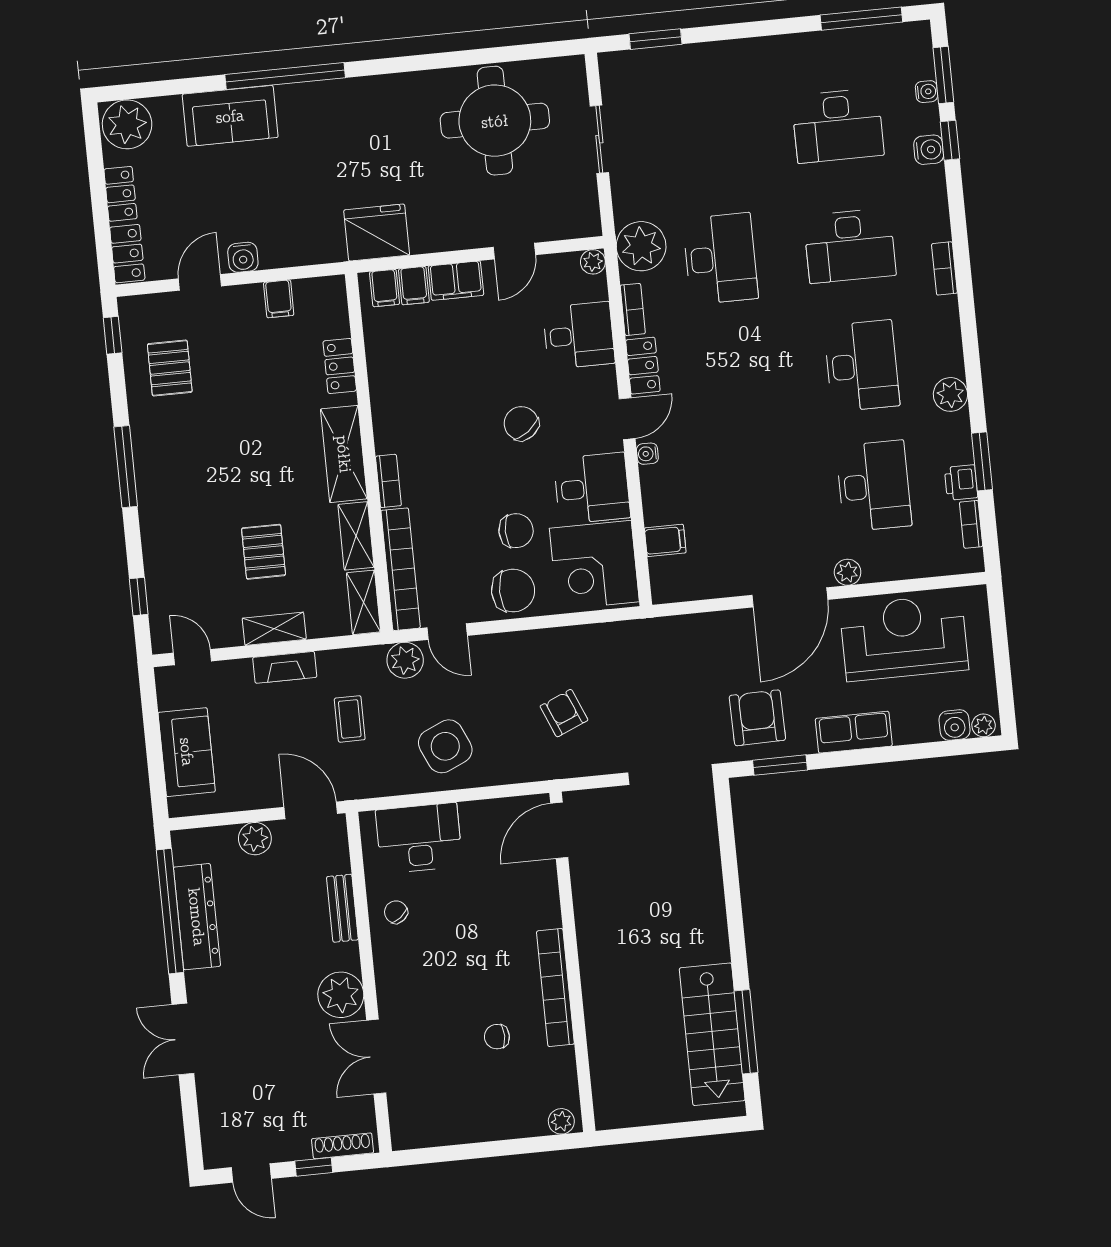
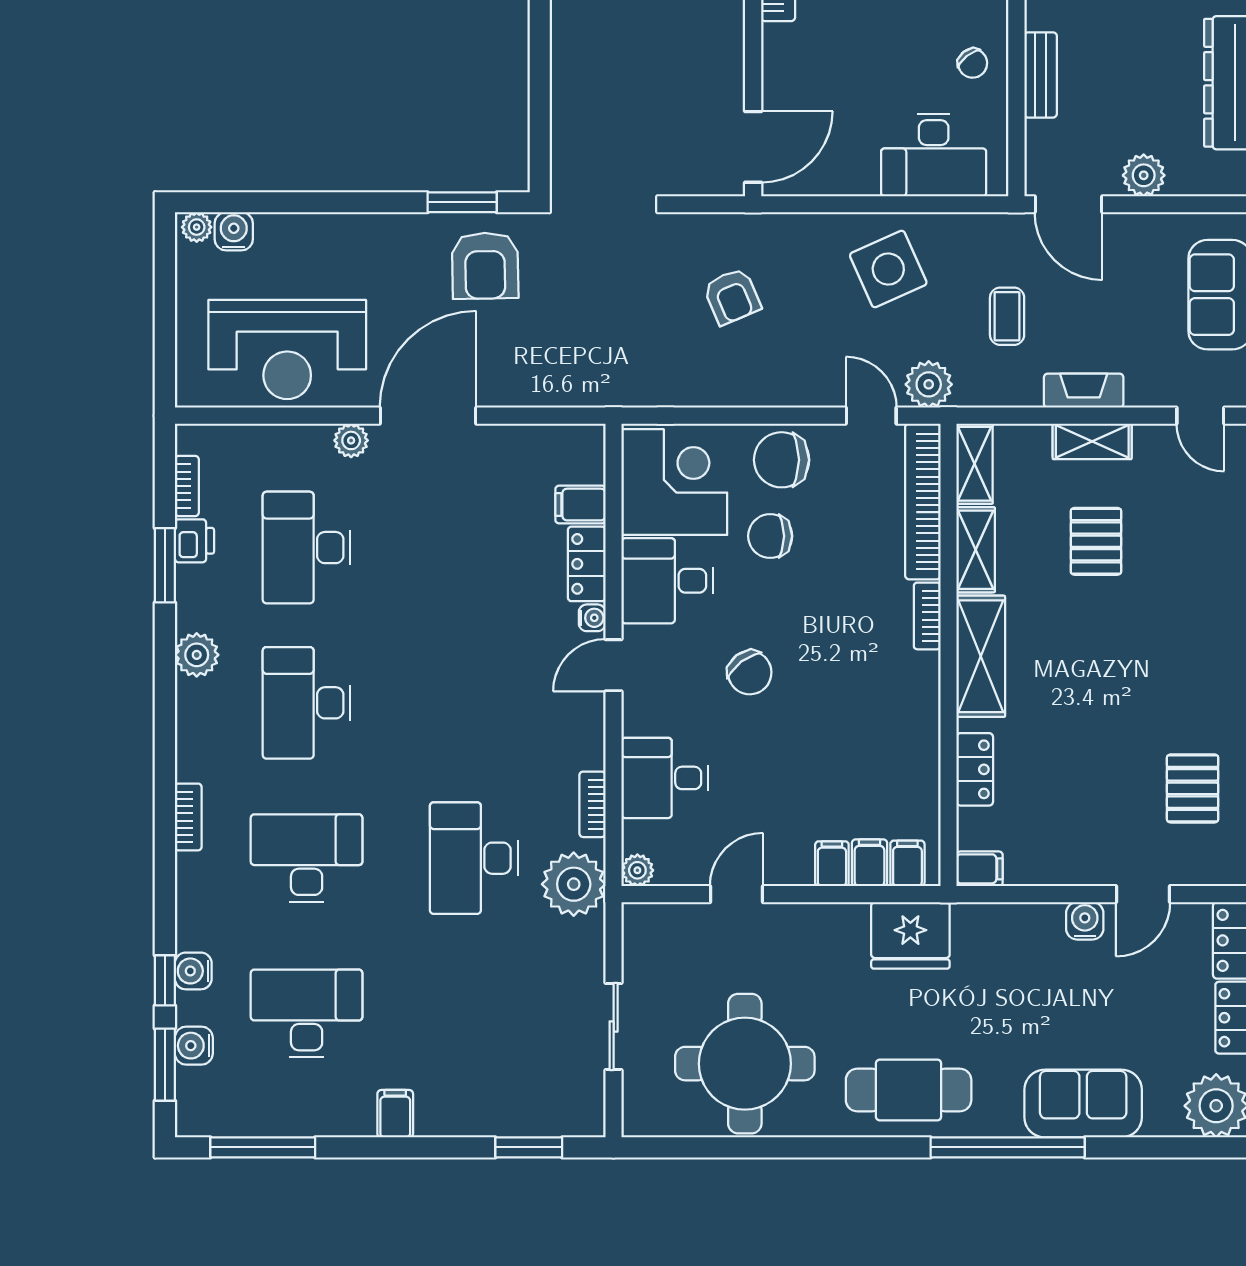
filing cabinet: (761, 55) -> (395, 1114), added
water cooler: (927, 92) -> (194, 1046), width x1.38, depth x1.38
cafe table: (366, 113) -> (909, 1090), added
filing cabinet: (456, 281) -> (832, 864), width x0.50
filing cabinet: (279, 299) -> (980, 869), moved, turned 90
locker: (643, 366) -> (587, 564), moved
row of seats: (854, 732) -> (364, 235), removed

